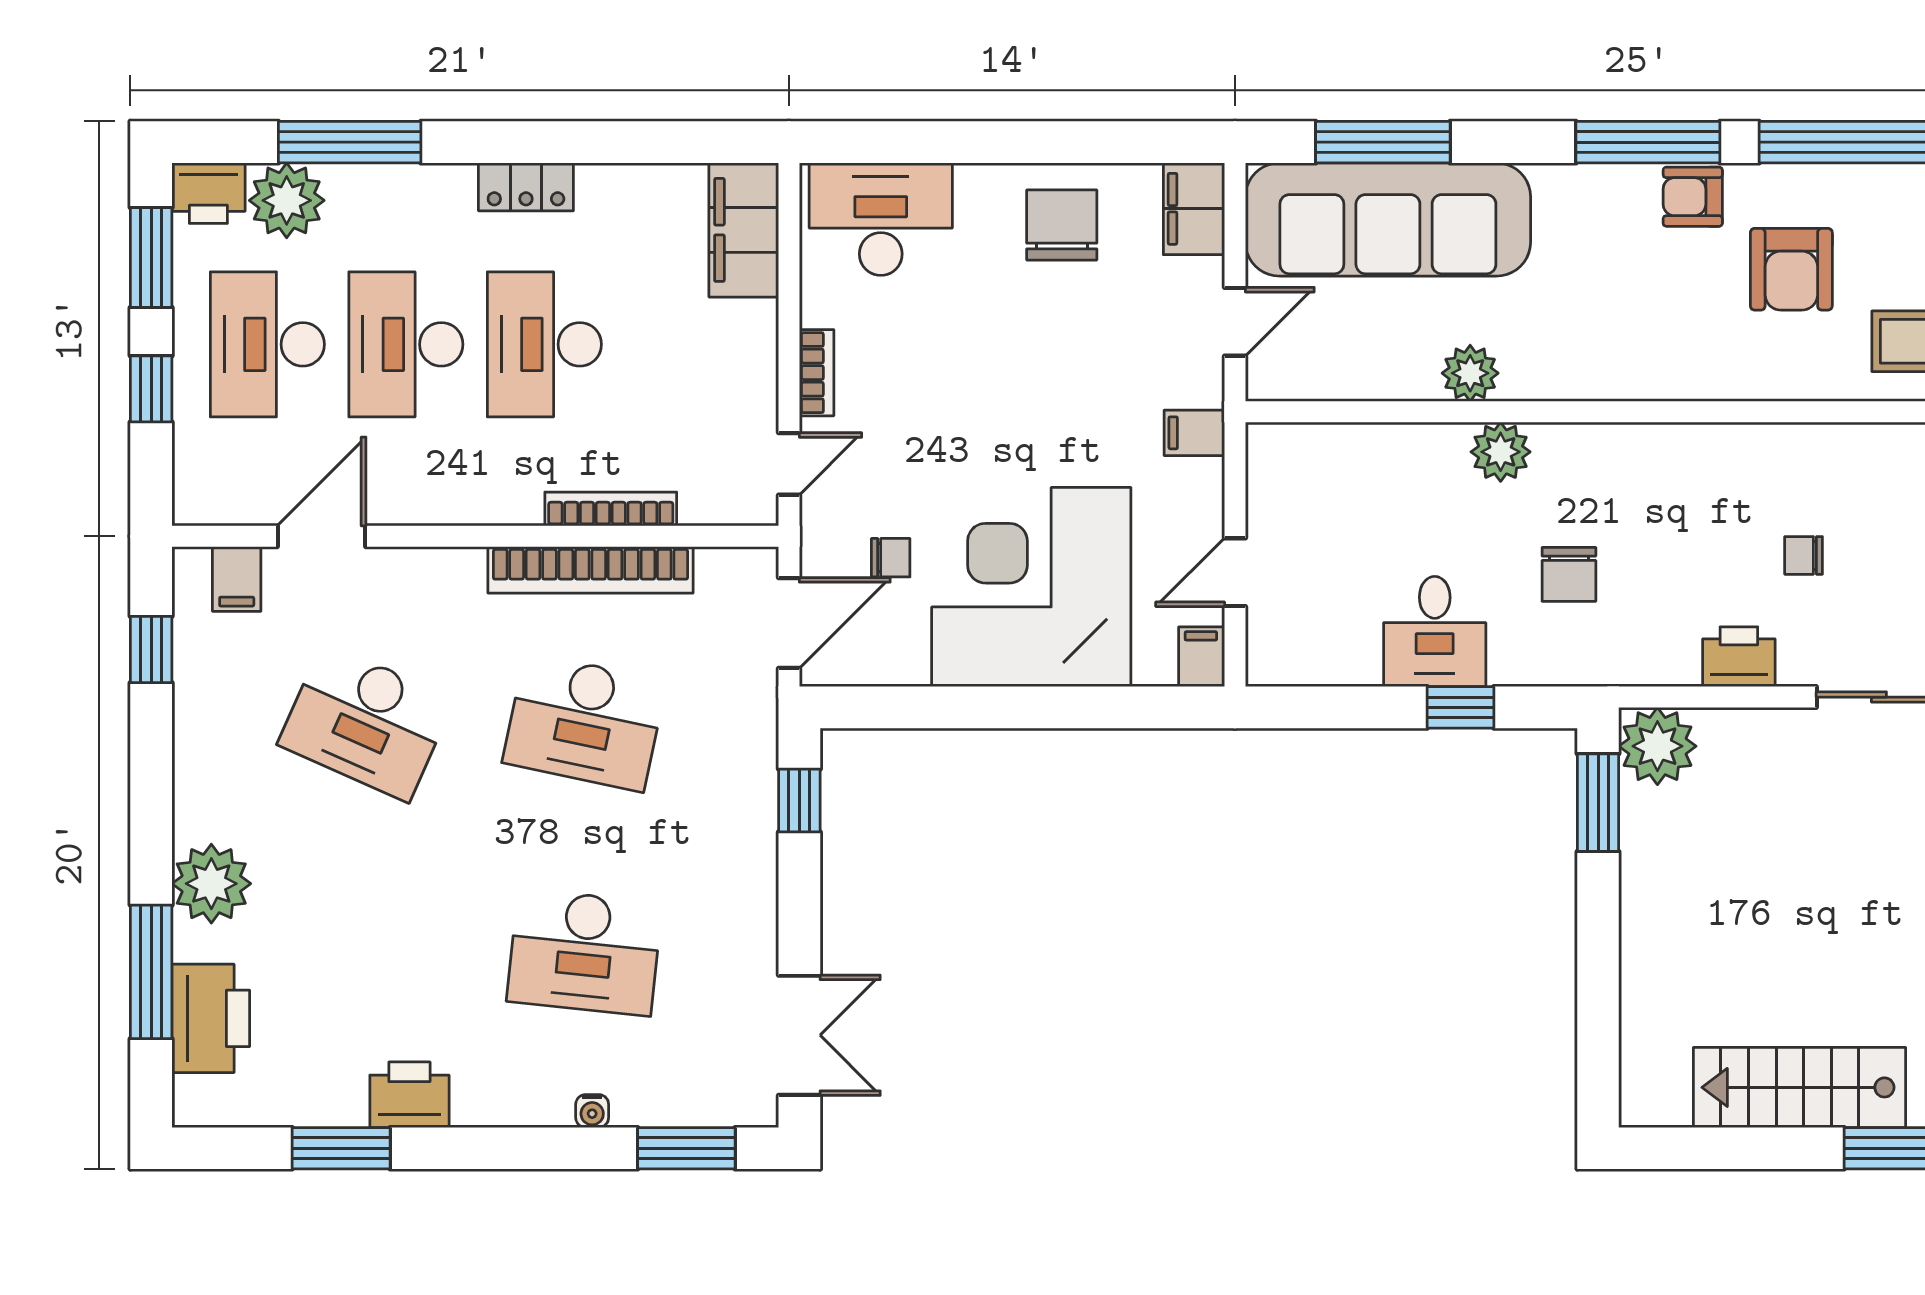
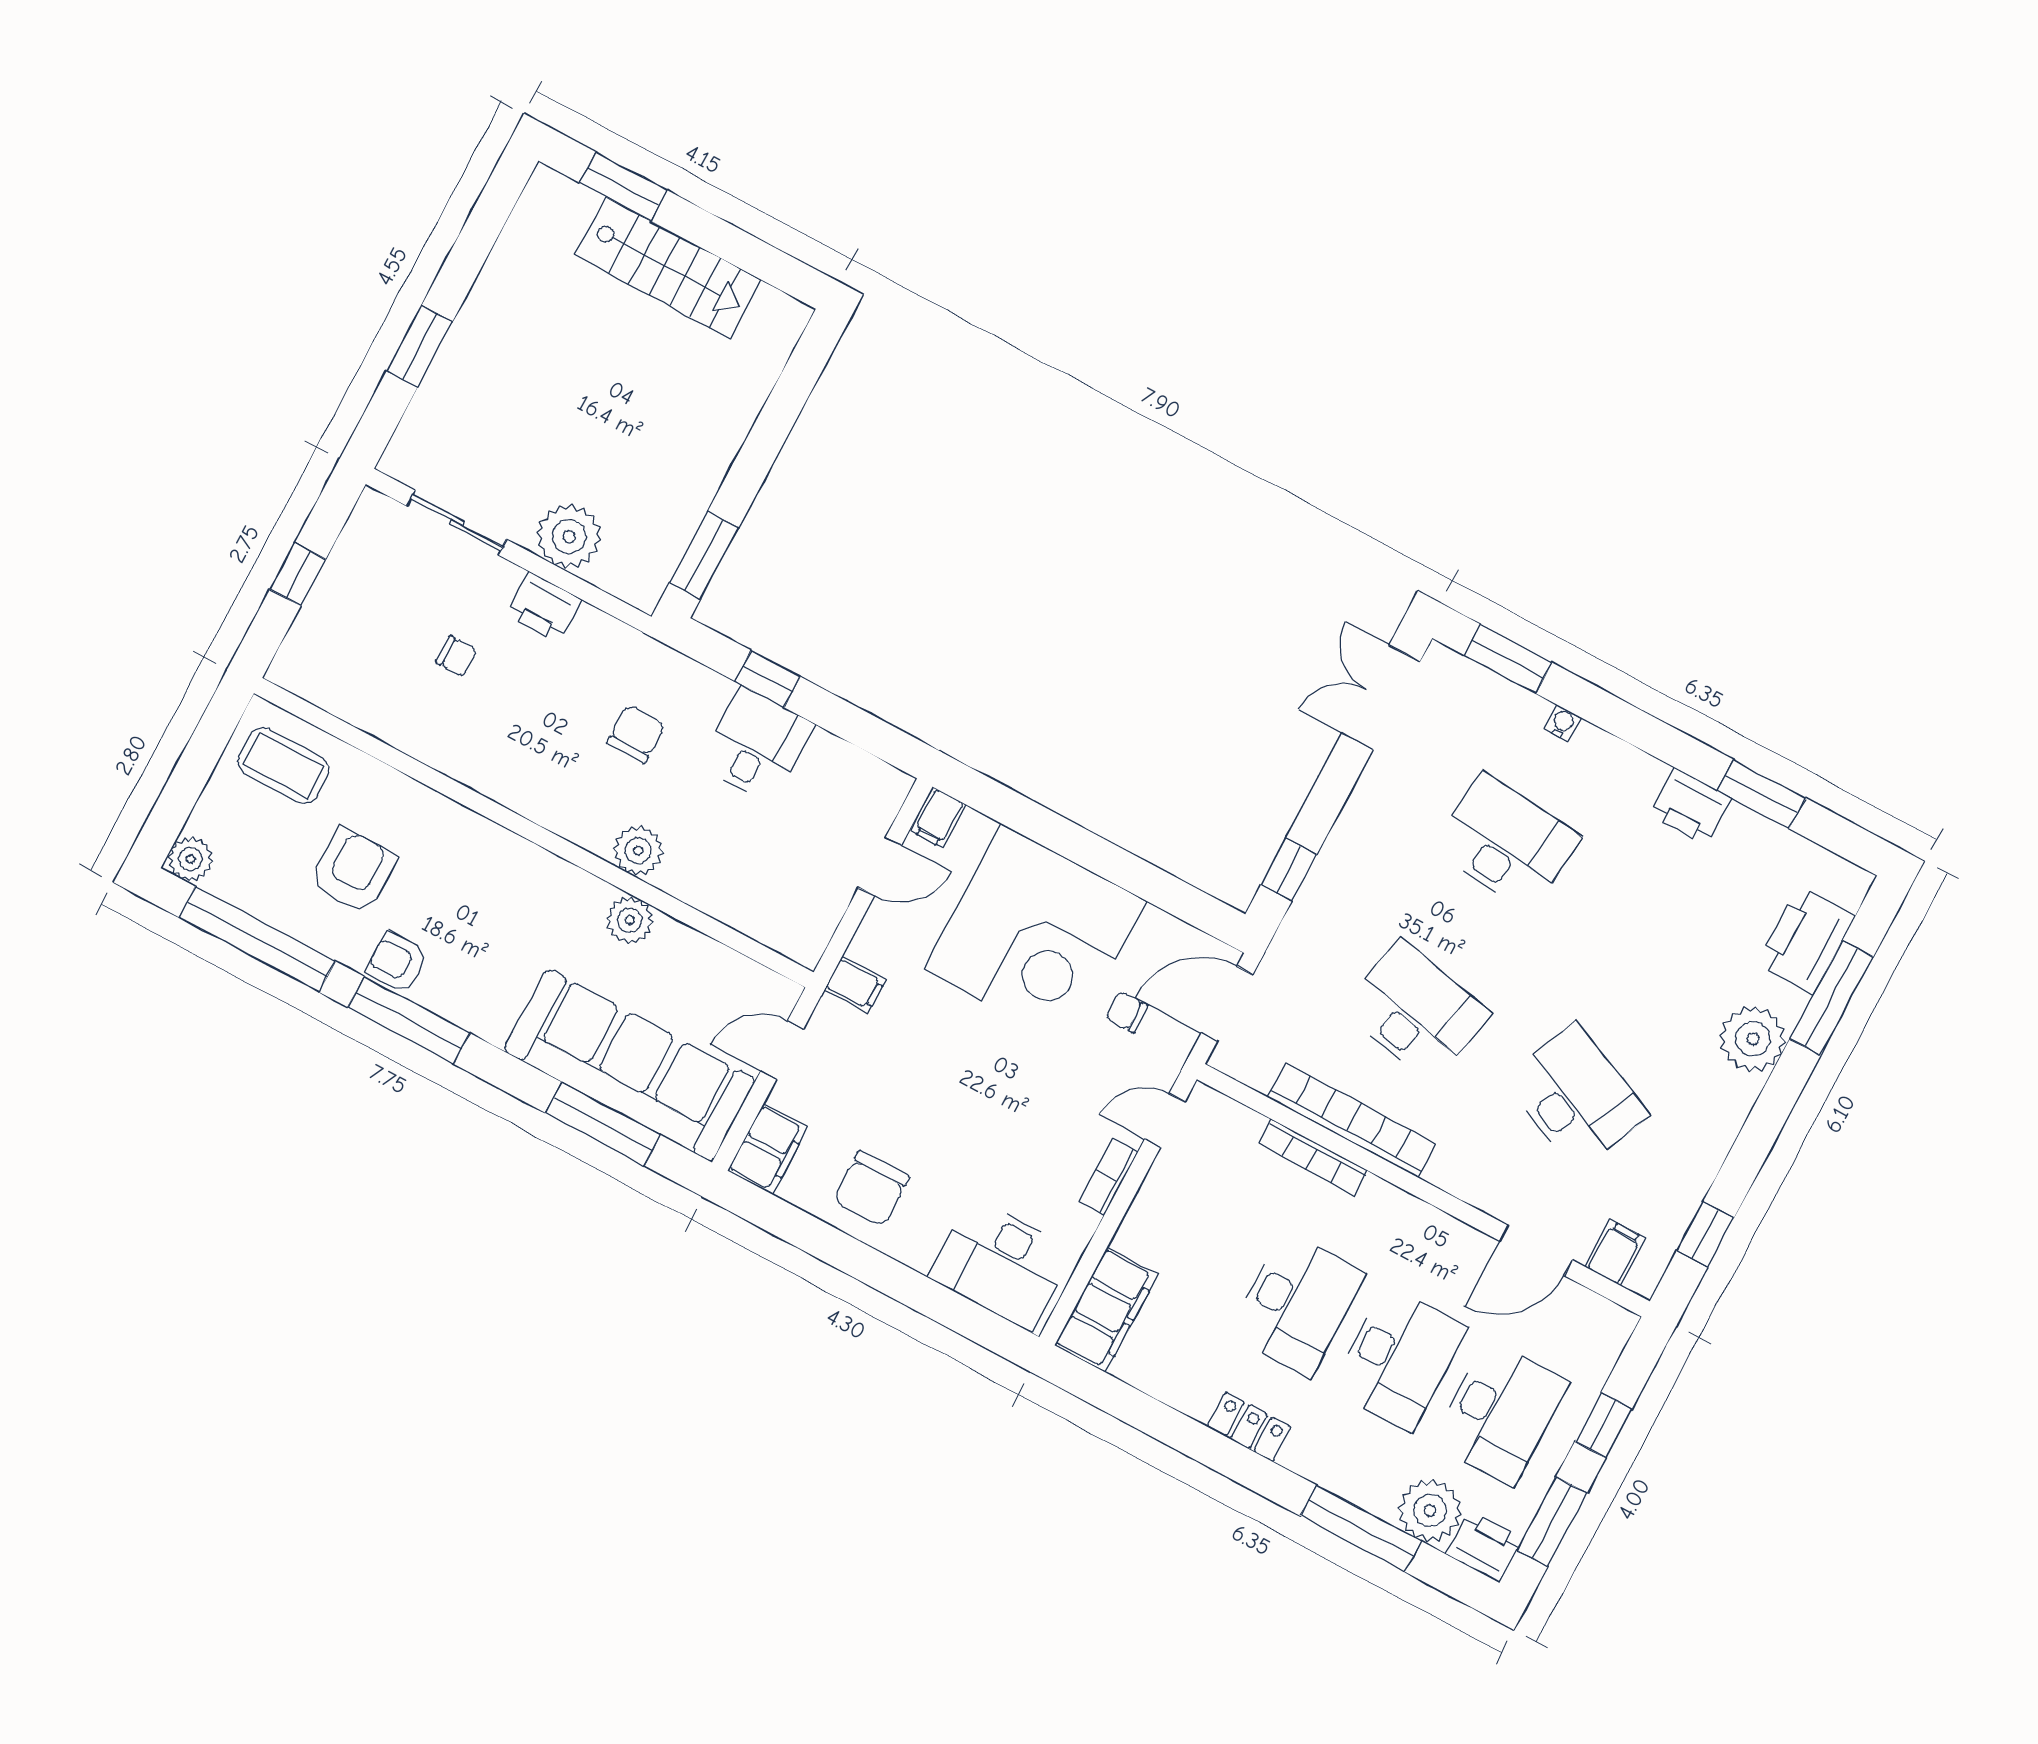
armchair: (1693, 197) -> (397, 963), turned 180
plant: (1657, 746) -> (569, 536), moved

